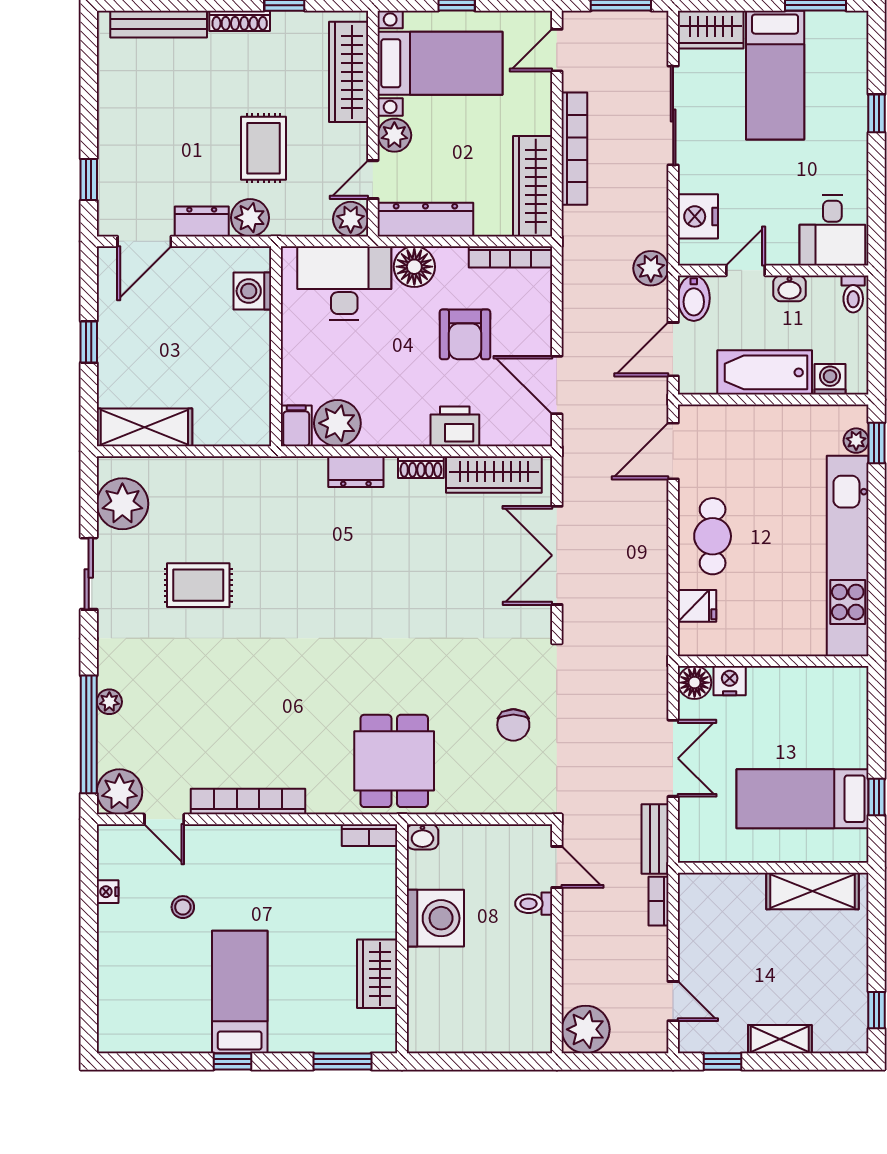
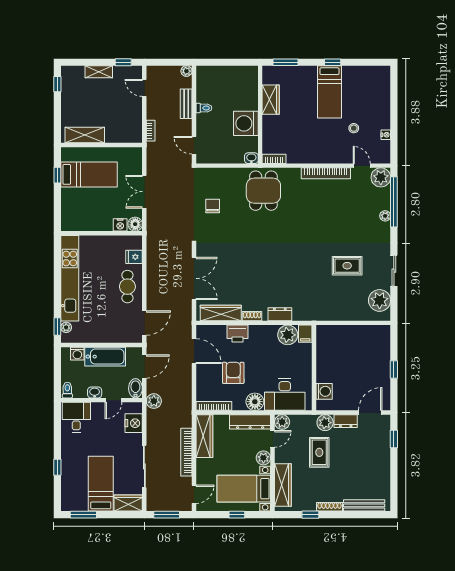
shelving: (144, 427) -> (370, 333), removed
bench: (655, 839) -> (186, 104), moved
toilet: (534, 904) -> (204, 108), moved
plant: (586, 1029) -> (186, 71), width x0.53, depth x0.53

